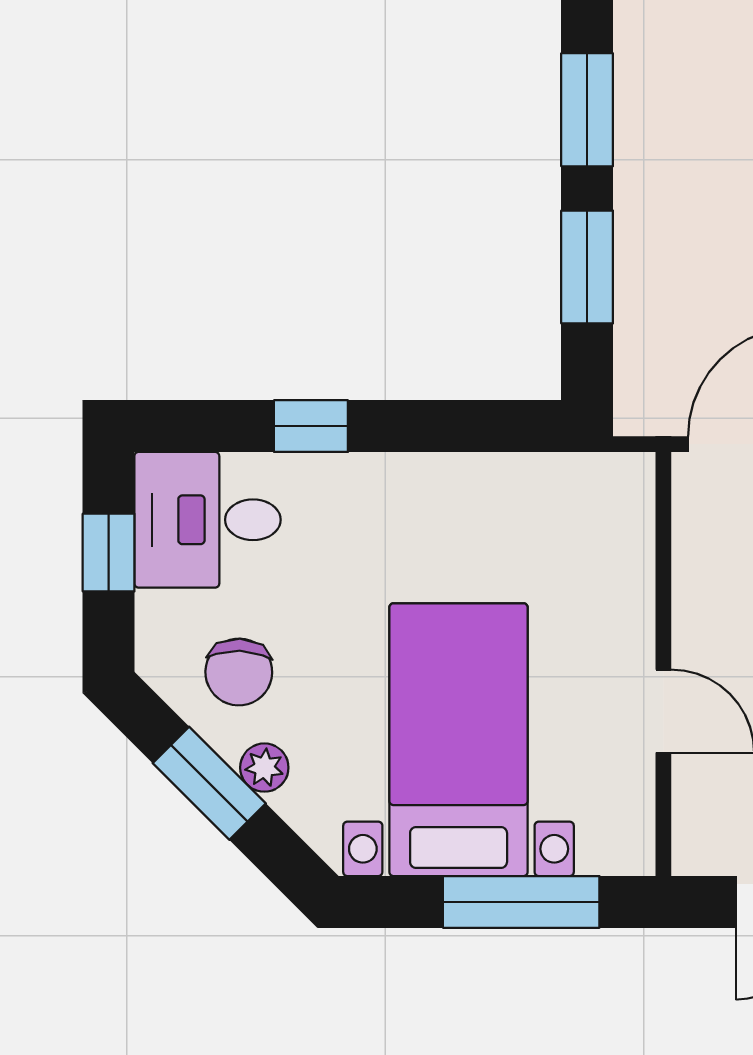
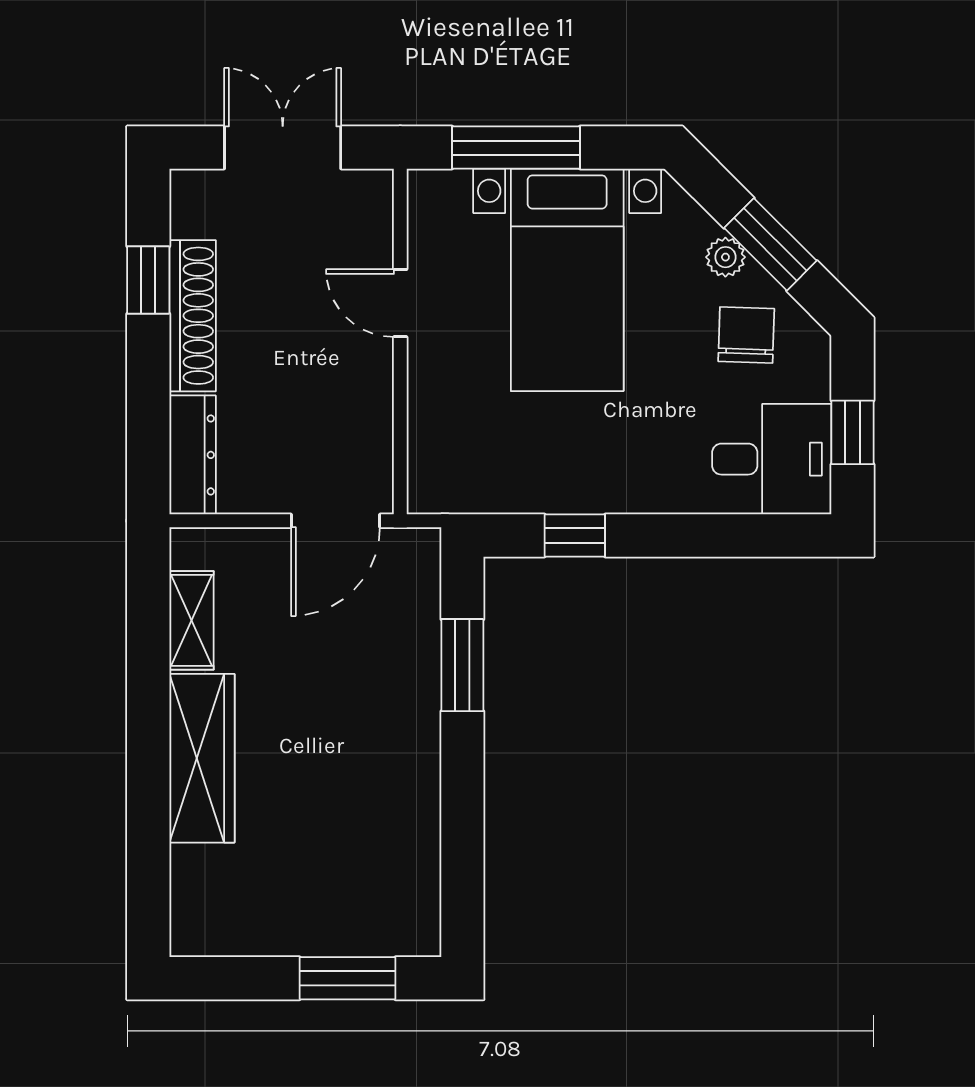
window: (587, 110) -> (462, 793), removed
window: (311, 426) -> (575, 535), moved

